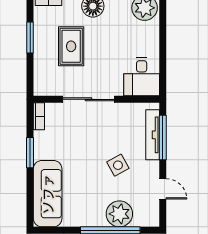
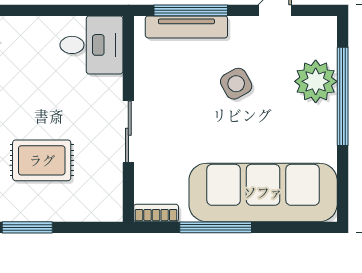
sliding door: (89, 99) -> (128, 132), width x0.73
window: (30, 153) -> (216, 227), width x1.44
sofa: (48, 194) -> (263, 192), width x1.36, depth x1.27

